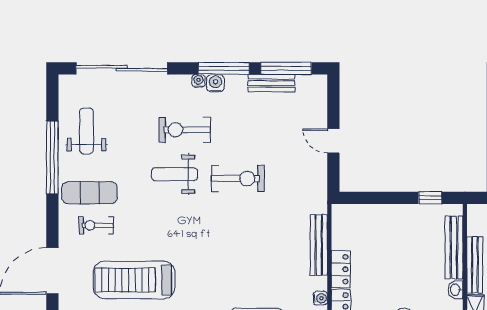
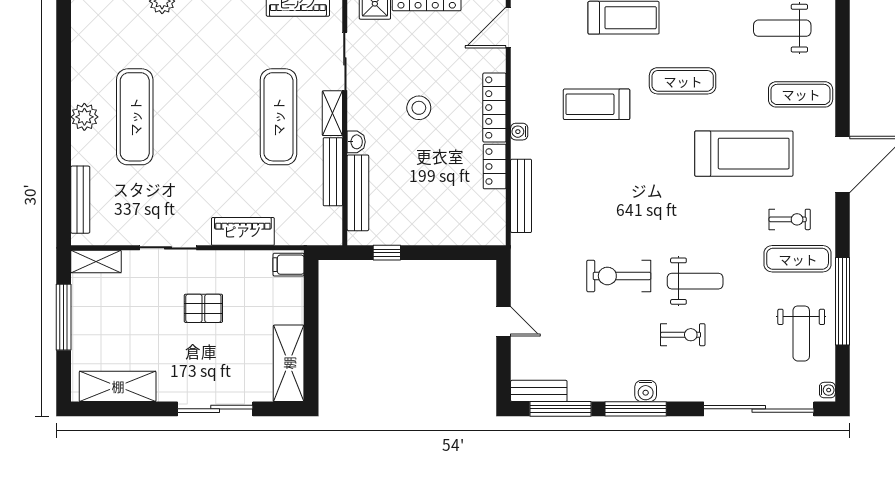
water cooler: (199, 81) -> (827, 390), moved, turned -90
bench: (272, 83) -> (539, 391), moved
exercise bike: (185, 130) -> (683, 335), width x0.73, depth x0.72

